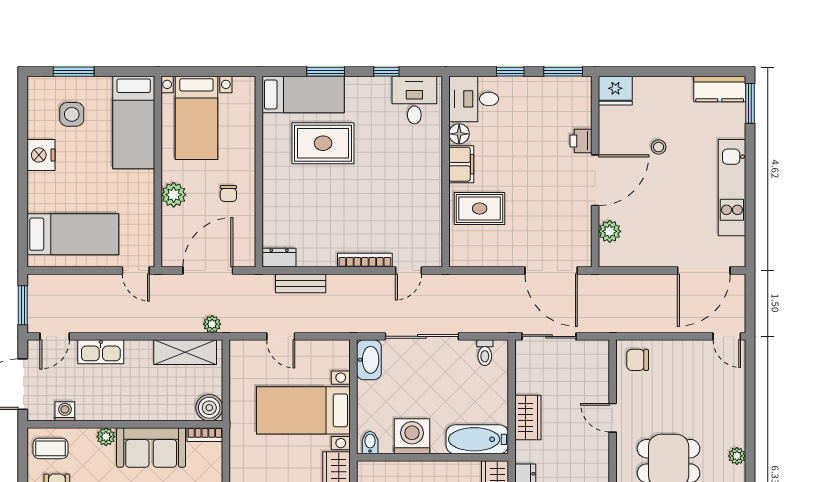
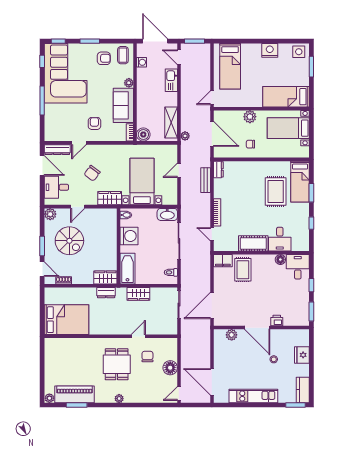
fridge: (615, 91) -> (302, 355), moved
desk: (414, 100) -> (280, 239), moved, turned 90
side table: (72, 114) -> (299, 52), moved
filing cabinet: (461, 164) -> (223, 261), moved
cot: (427, 188) -> (253, 243), added
floor lamp: (675, 354) -> (170, 368), added
chair: (638, 360) -> (147, 357), moved

